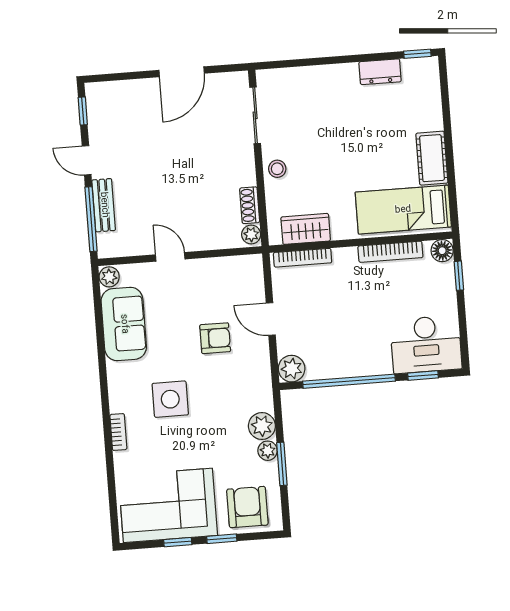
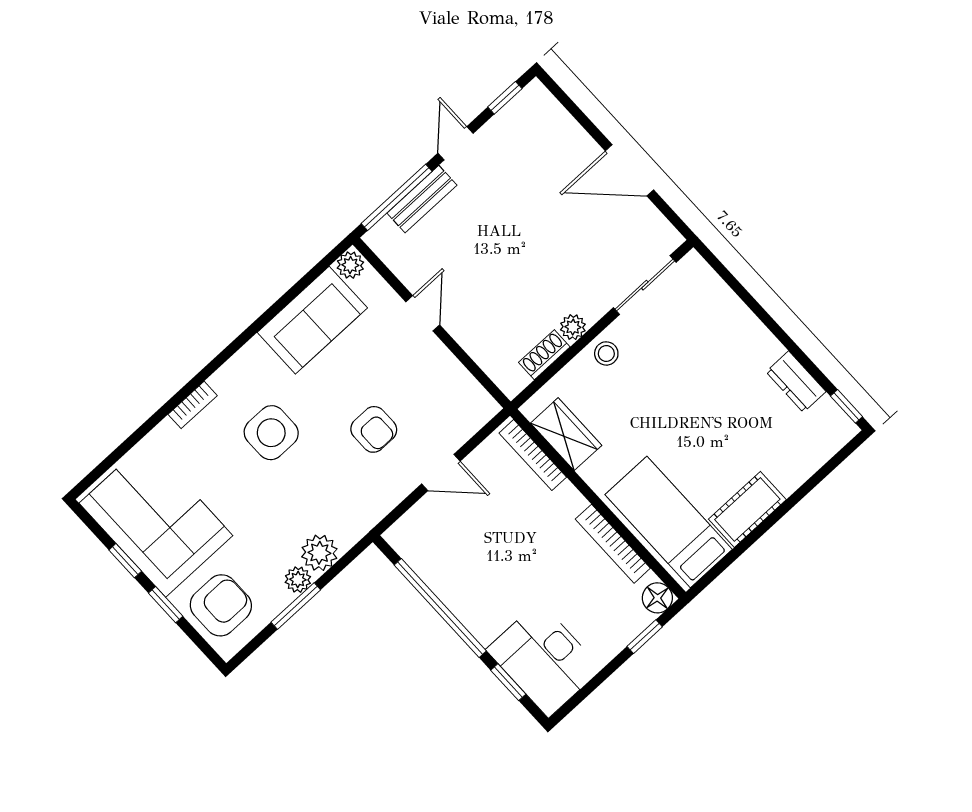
plant: (251, 235) -> (573, 327), moved
door: (271, 319) -> (441, 473), swing flipped
plant: (292, 369) -> (405, 536), removed

